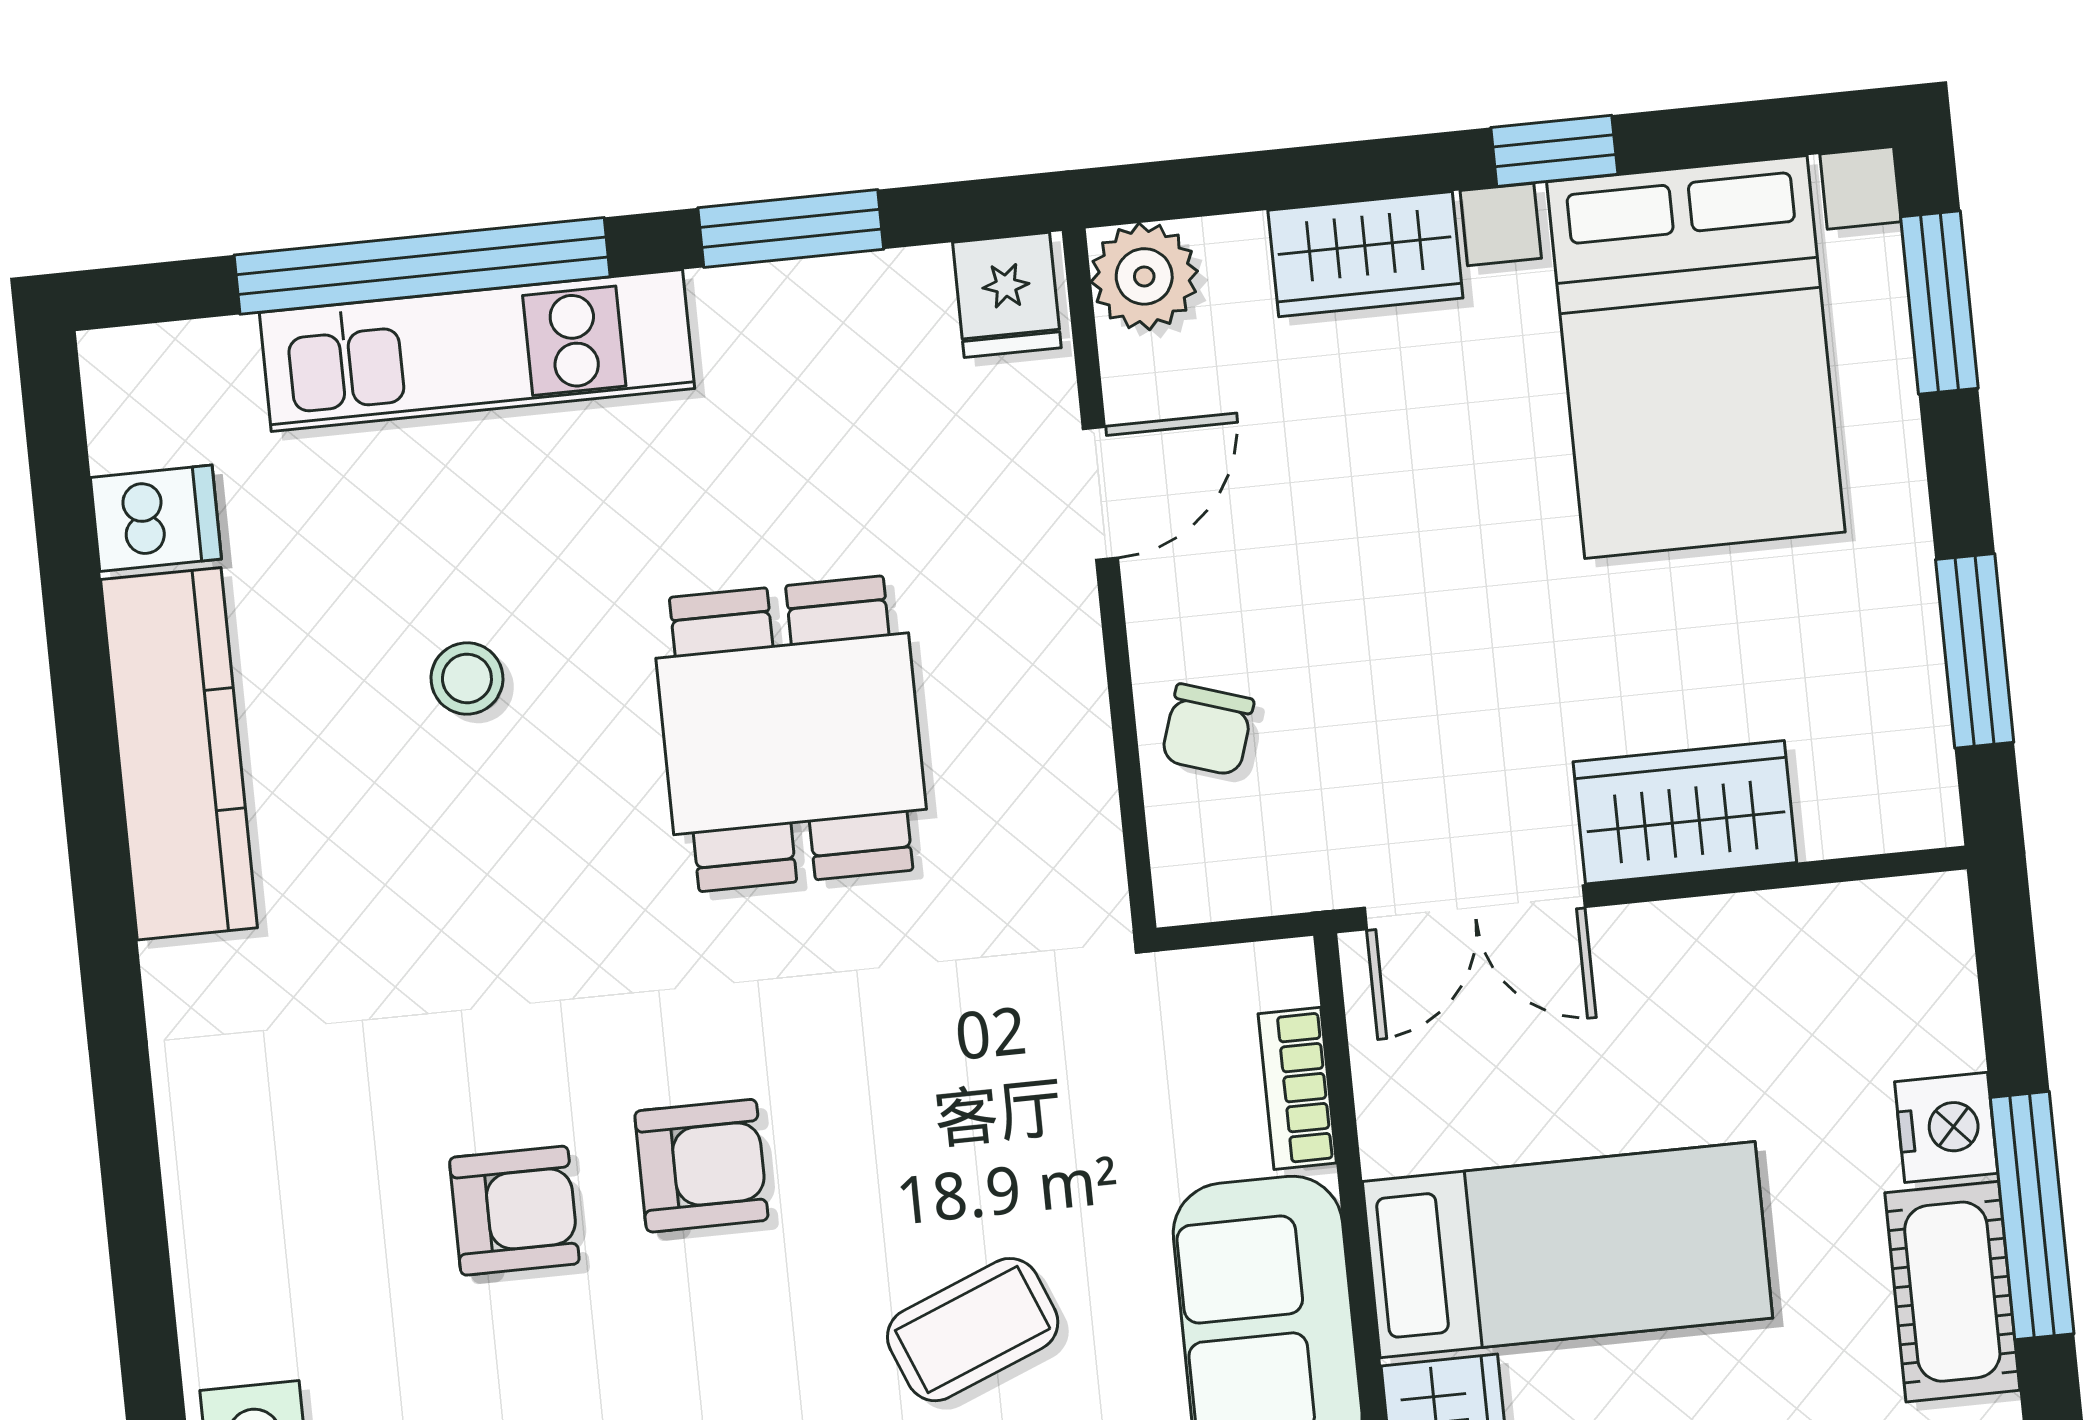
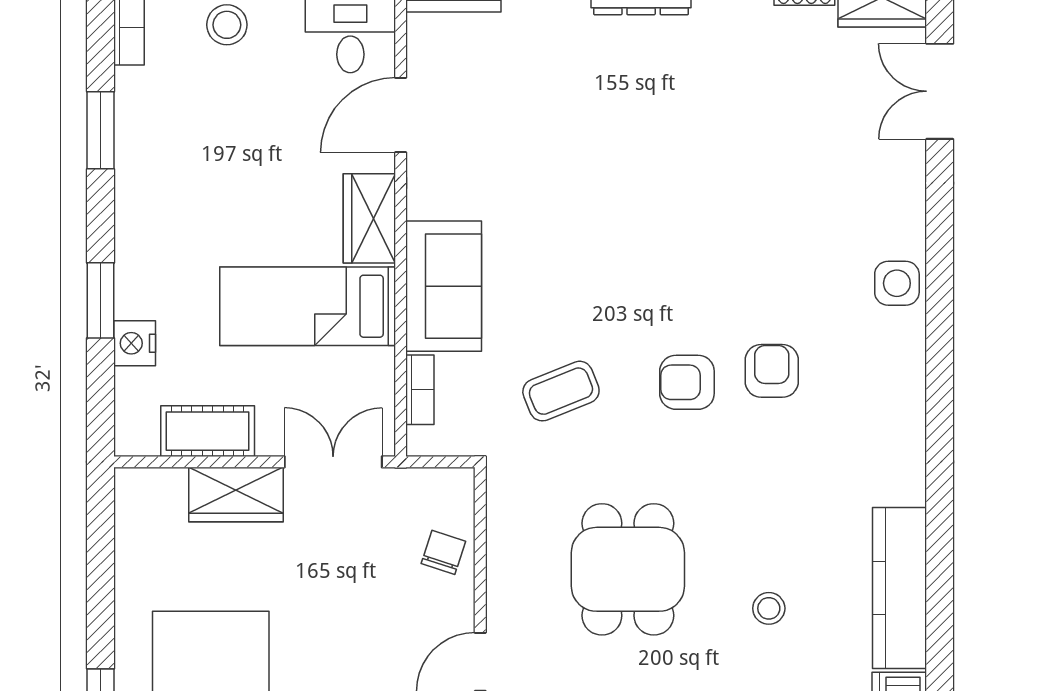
window: (1975, 651) -> (101, 553), removed
armchair: (514, 1211) -> (772, 371), turned 90
window: (2032, 1216) -> (101, 300), width x0.69
cot: (1952, 1292) -> (208, 431), moved, turned 90
coffee table: (973, 1330) -> (561, 391), moved

